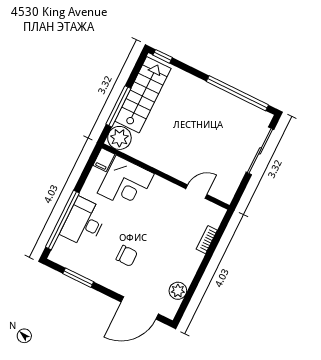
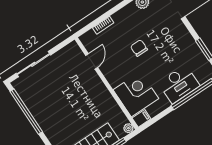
plant: (119, 138) -> (128, 128), width x0.53, depth x0.53
door: (196, 192) -> (92, 61), swing flipped
chair: (127, 256) -> (139, 48), moved

